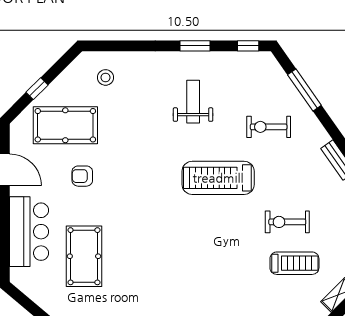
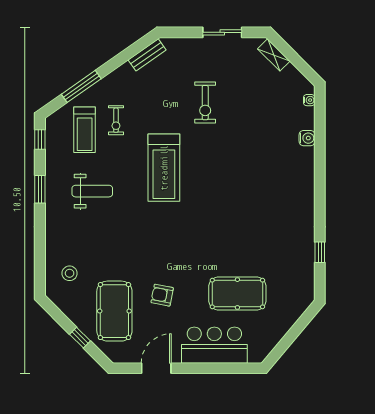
weight bench: (193, 102) -> (92, 191), turned 180
exercise bike: (269, 127) -> (116, 120), width x0.73, depth x0.72
armchair: (82, 176) -> (162, 295), turned 101
treadmill: (294, 263) -> (85, 130), moved, turned 180

